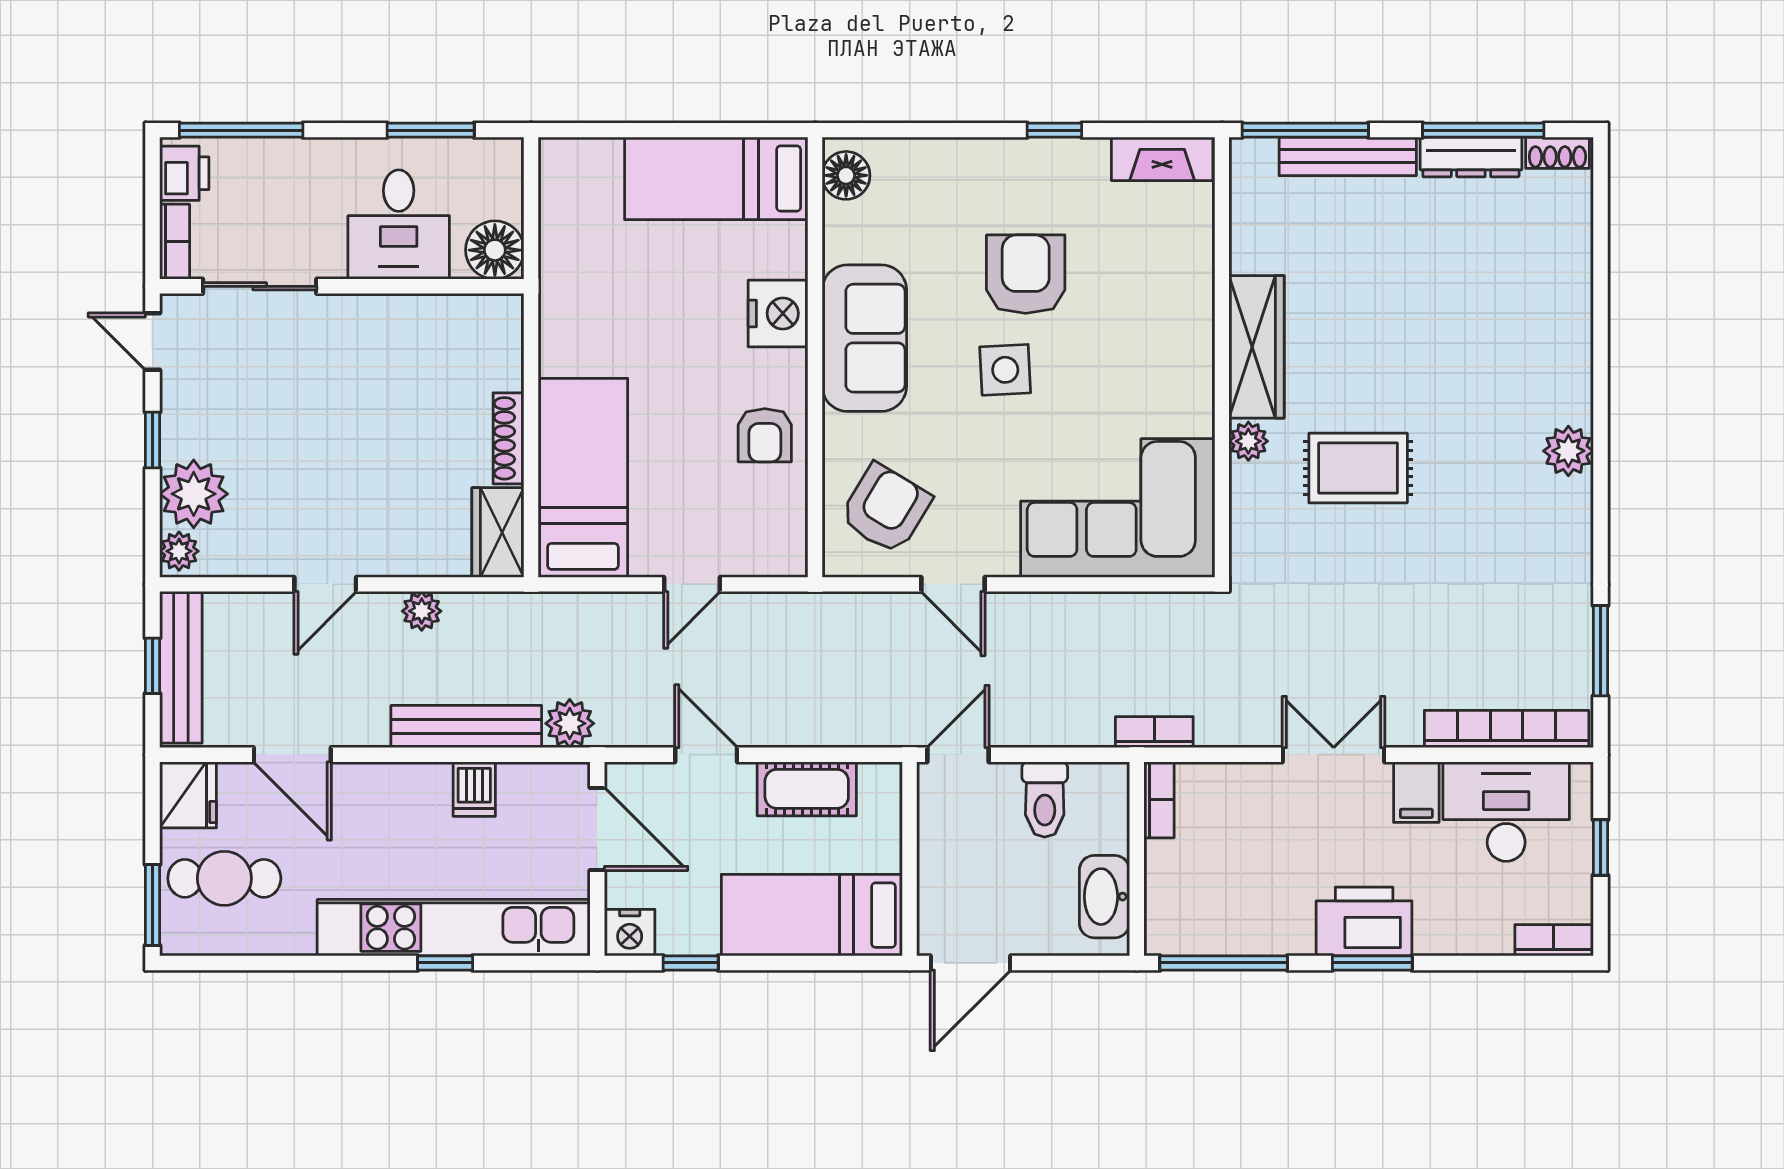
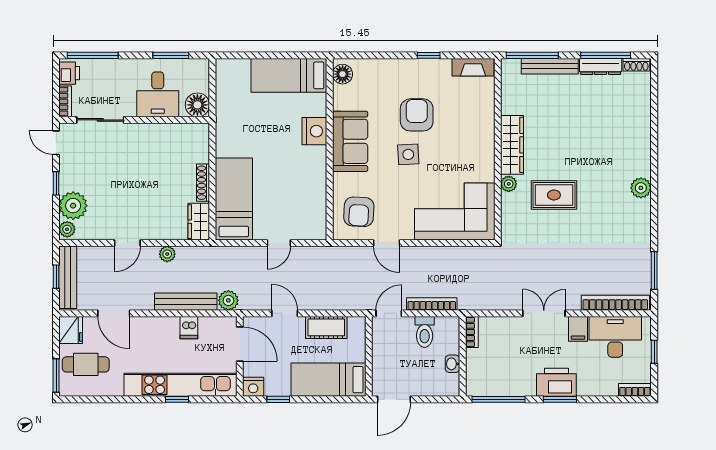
armchair: (765, 435) -> (309, 181), removed
armchair: (886, 509) -> (359, 212), turned 152
bookcase: (1154, 732) -> (432, 304), moved, width x1.56
washbasin: (1104, 897) -> (452, 364), width x0.52, depth x0.69

